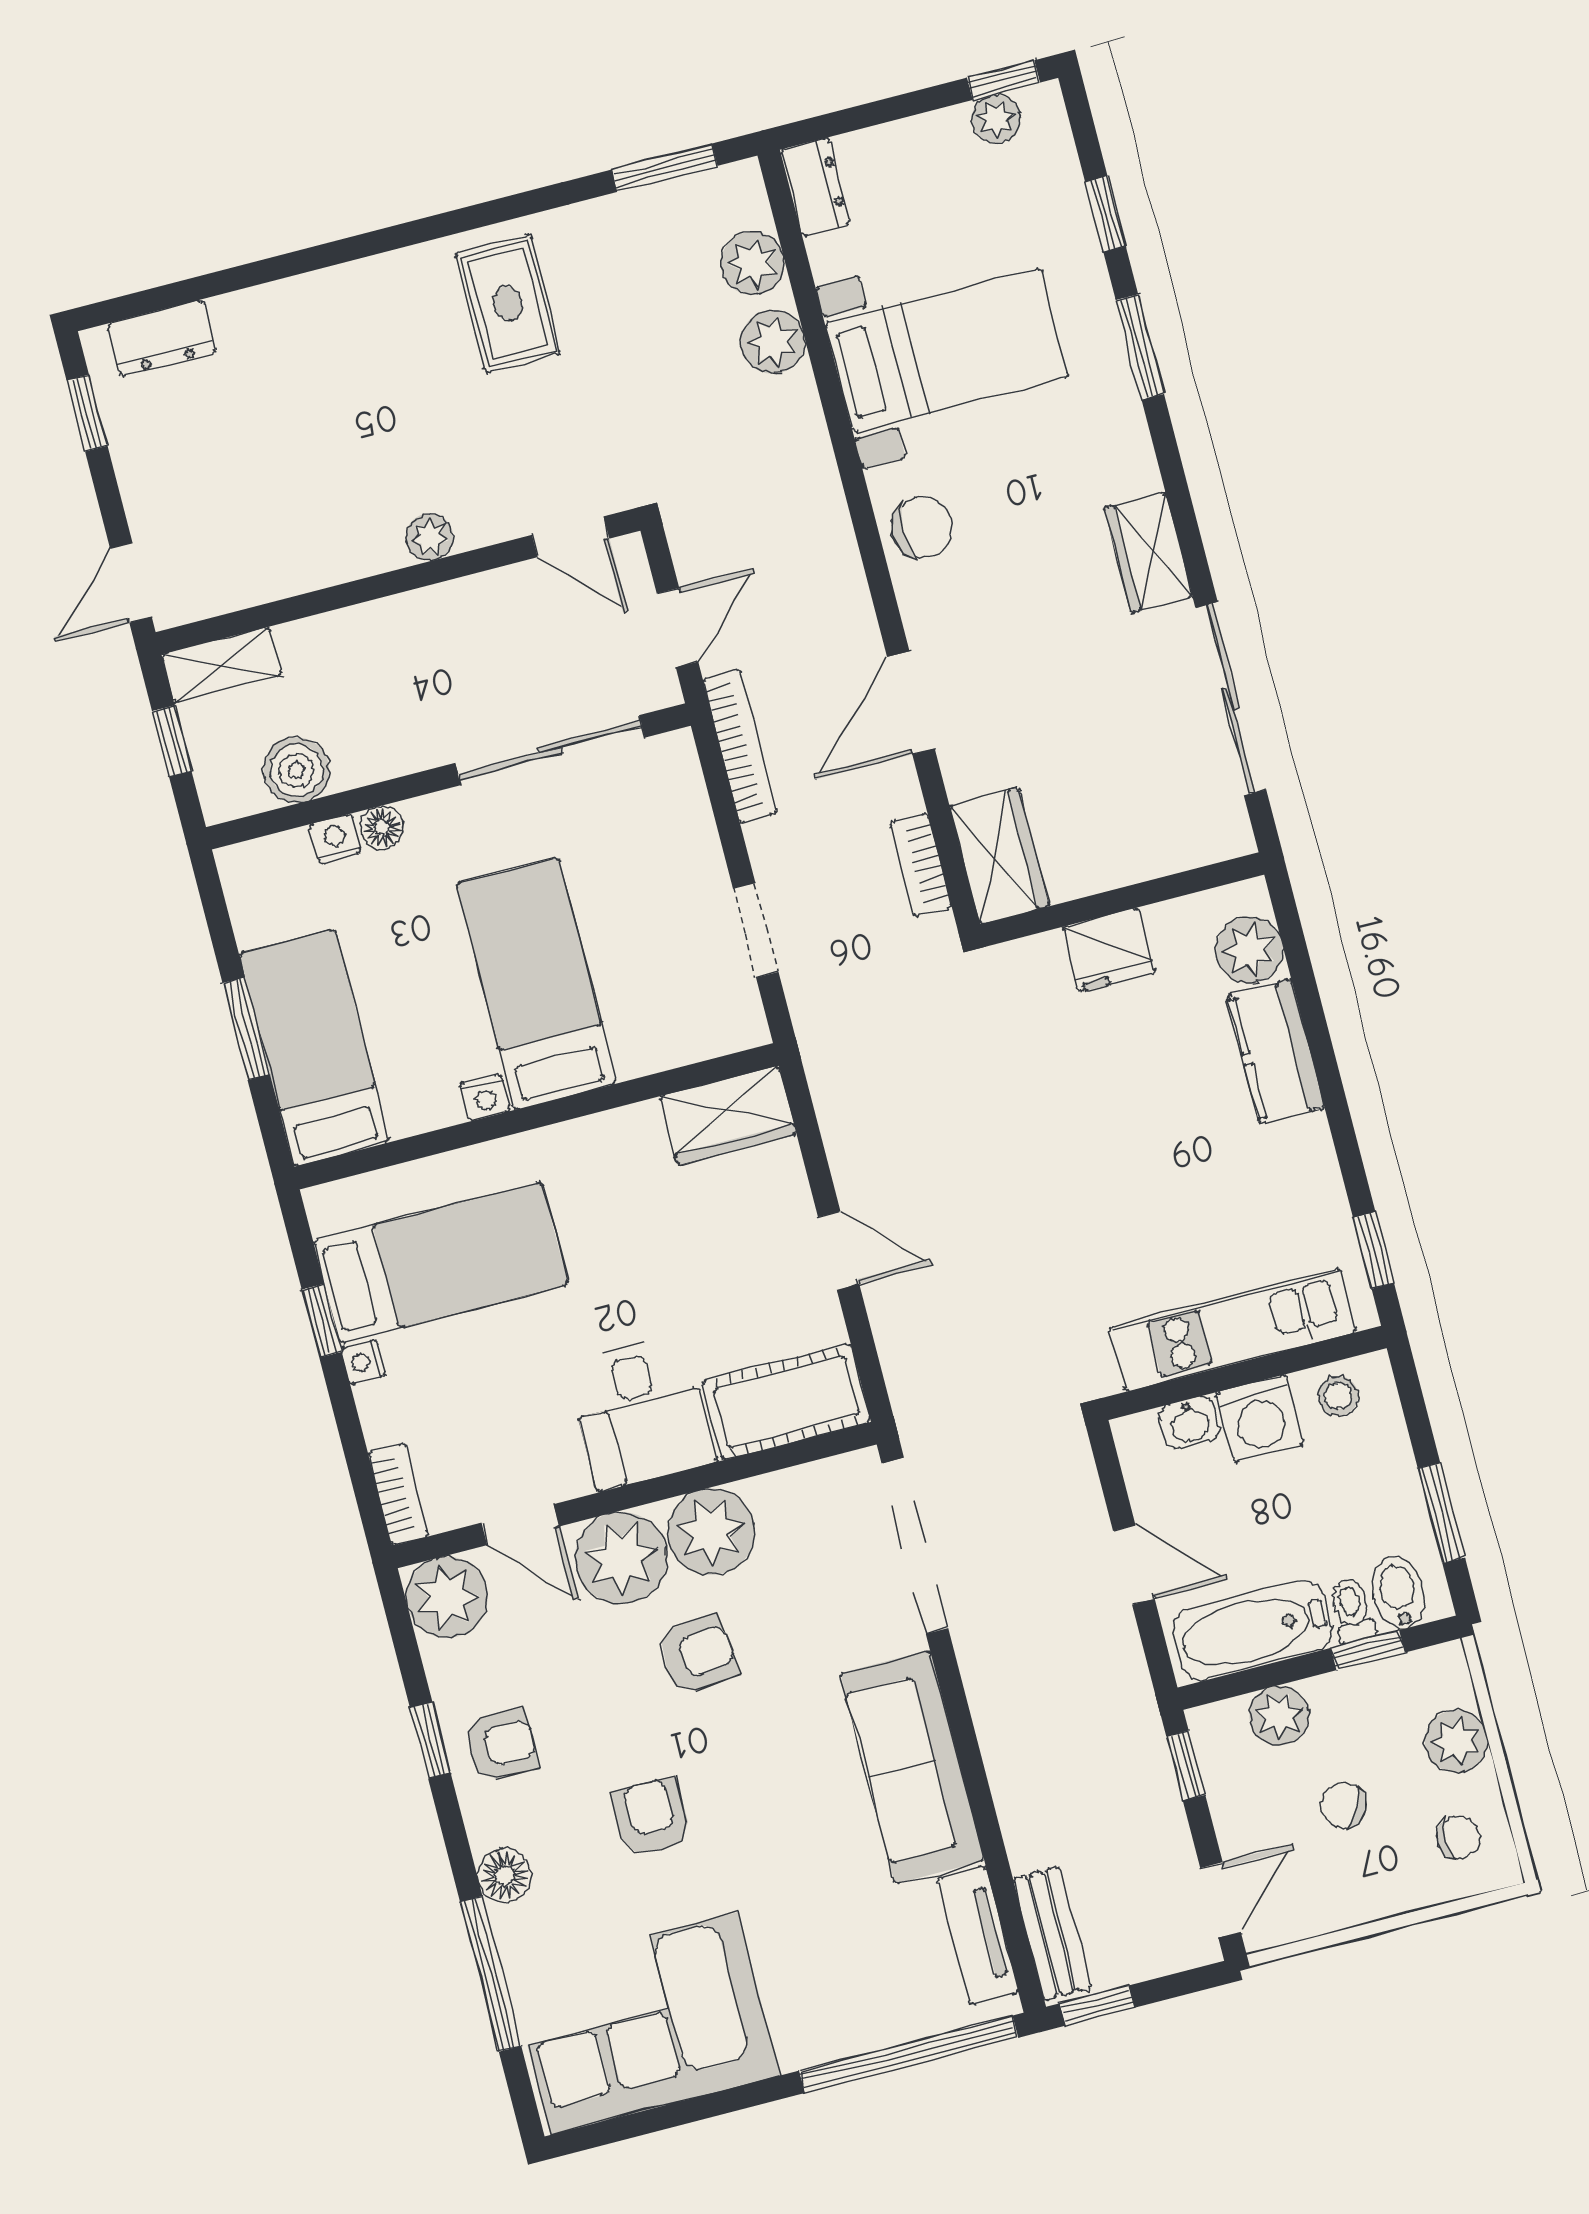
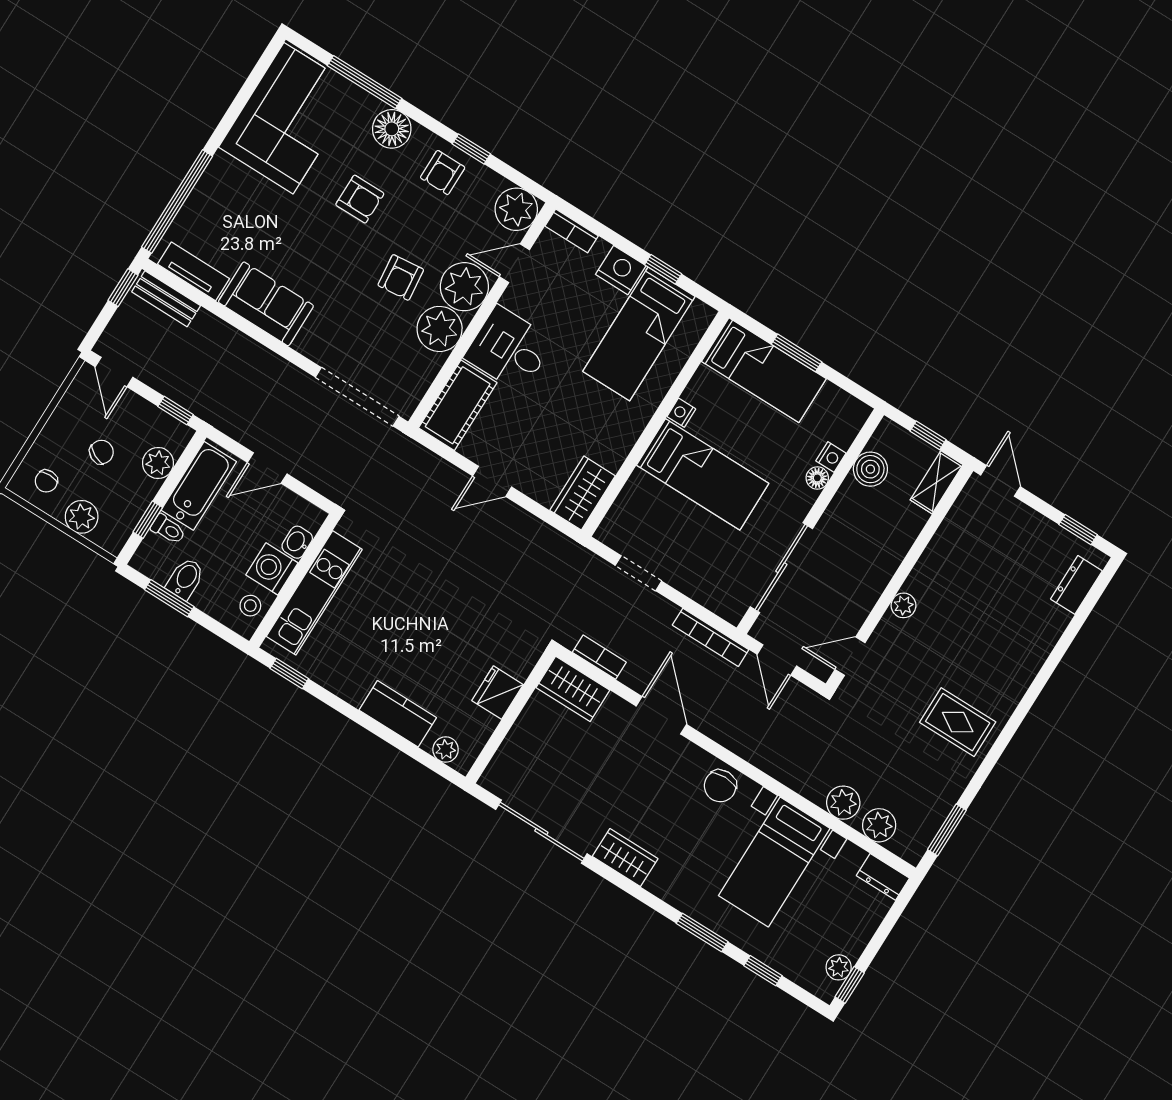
plant: (1249, 950) -> (446, 750), width x0.73, depth x0.73
nightstand: (363, 1362) -> (621, 270), width x1.89, depth x1.79
bidet: (1398, 1593) -> (185, 579), moved, turned -90
sofa: (912, 1767) -> (266, 304), width x0.73
floor lamp: (505, 1875) -> (392, 129), width x1.38, depth x1.38

